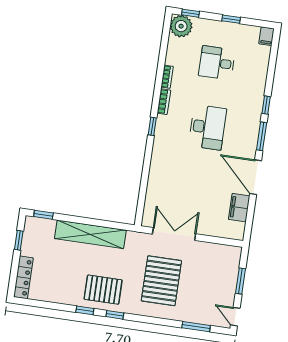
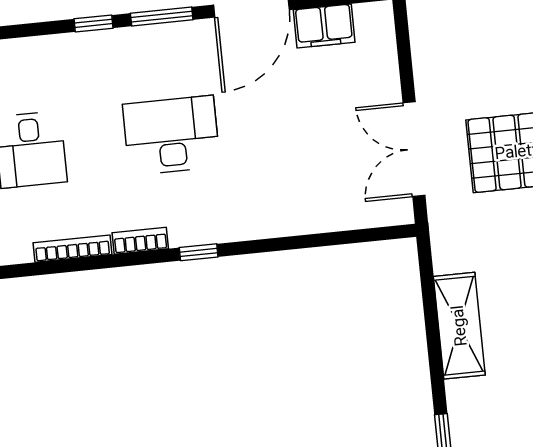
bookcase: (167, 77) -> (72, 249), width x1.56
shelving: (90, 234) -> (459, 326), width x0.68

